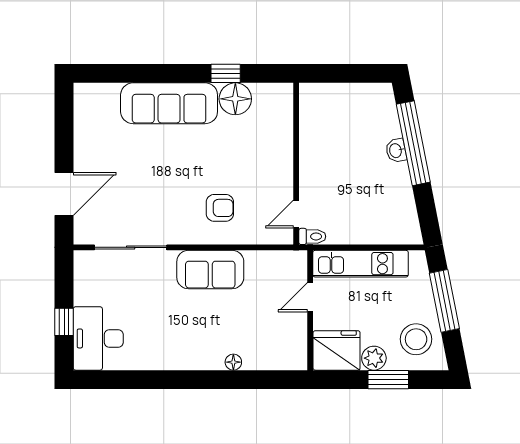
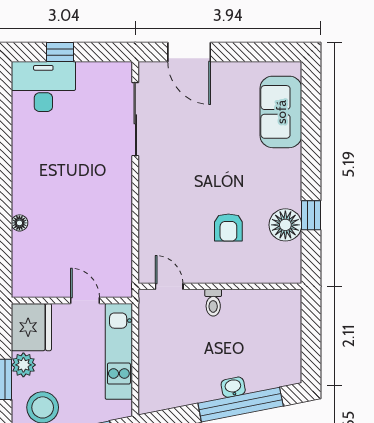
sofa: (169, 103) -> (281, 112), moved, width x0.73
armchair: (220, 208) -> (228, 227), moved
toilet: (312, 236) -> (213, 303), moved
sofa: (210, 270) -> (113, 200), removed

